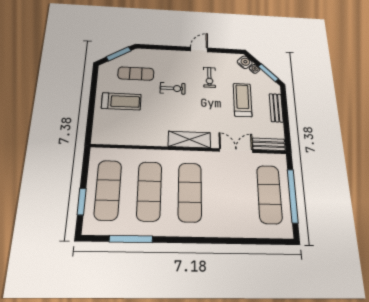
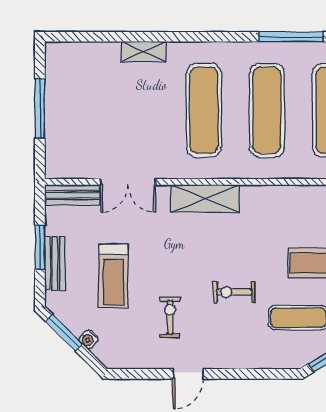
water cooler: (245, 62) -> (106, 352), removed
window: (285, 117) -> (40, 247), added
exercise mat: (269, 194) -> (78, 110), removed
window: (293, 196) -> (40, 109), width x0.68
shelving: (229, 231) -> (144, 52), added

